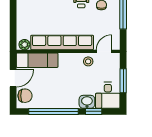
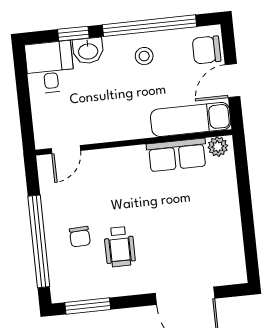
row of seats: (62, 42) -> (177, 155), width x0.50
stool: (88, 61) -> (144, 56), moved
window: (123, 81) -> (24, 98), removed

